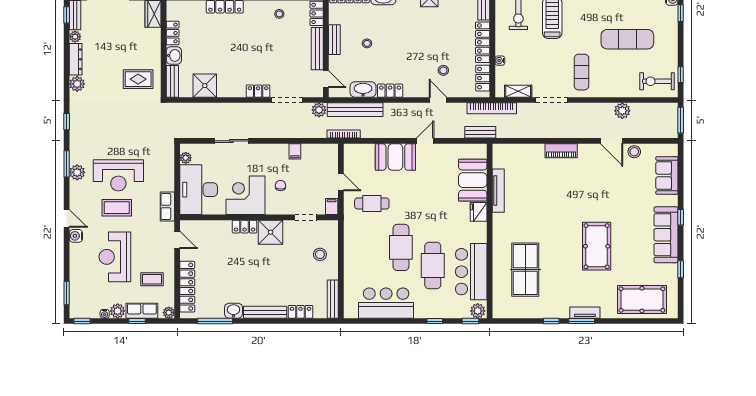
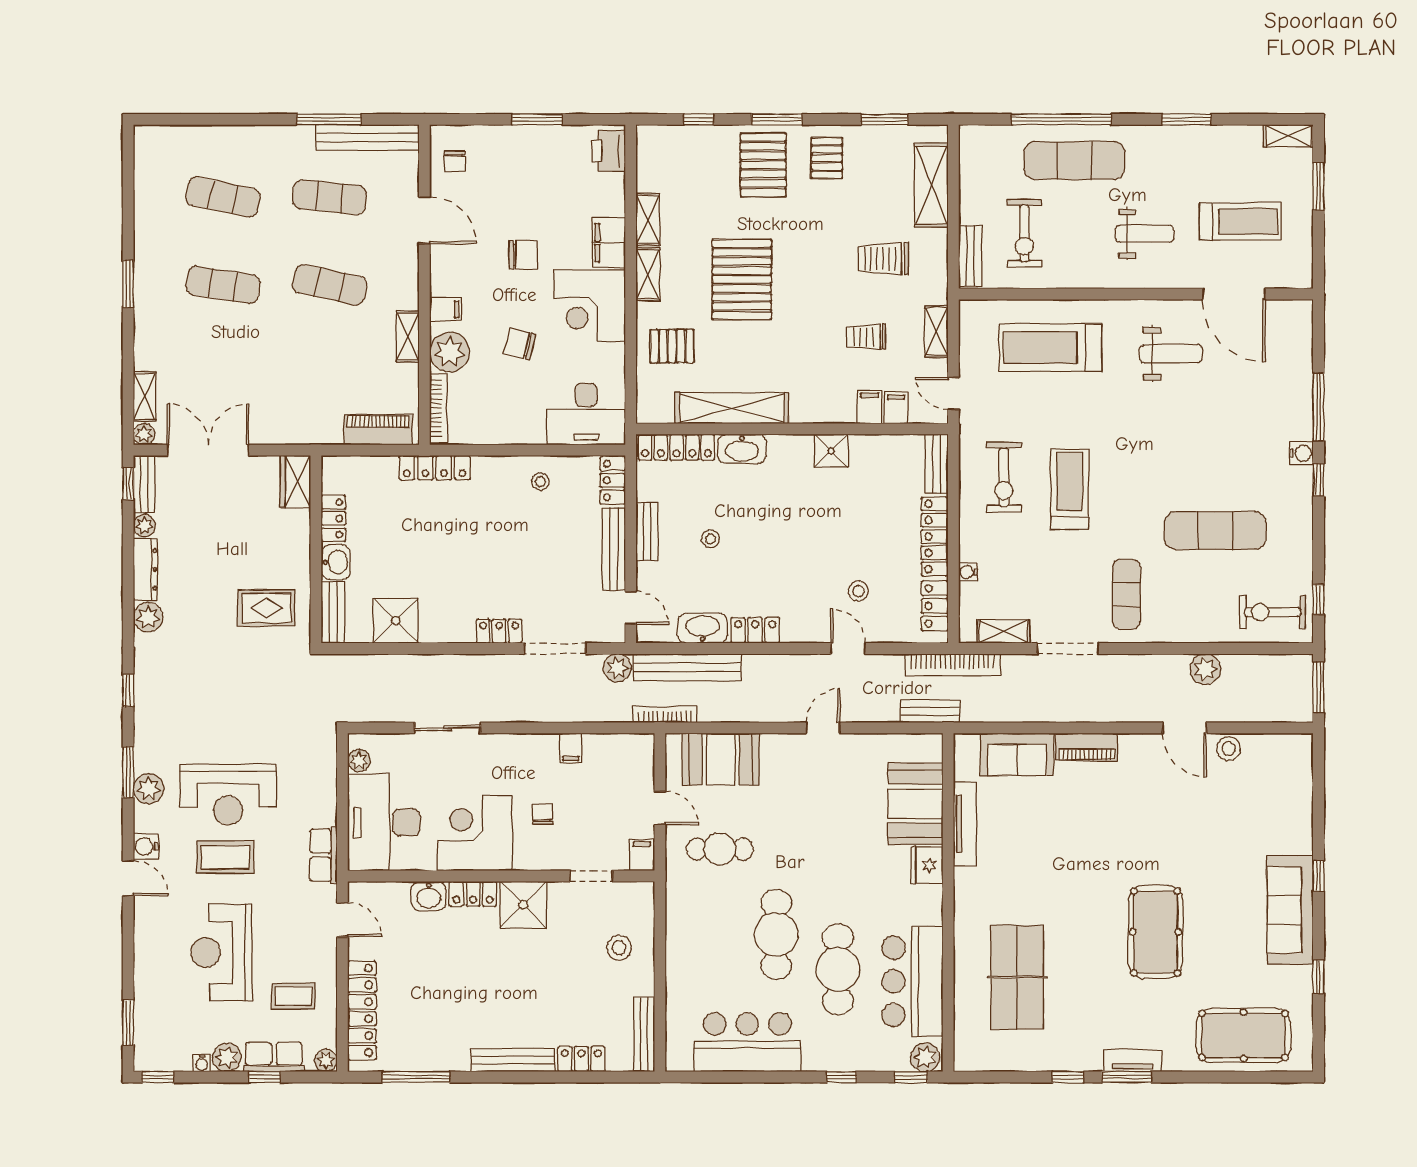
booth: (395, 157) -> (721, 759), moved
sofa: (667, 176) -> (1017, 754), moved, turned -90
water cooler: (76, 236) -> (146, 846), moved
washbasin: (233, 311) -> (429, 896), moved, turned 180

